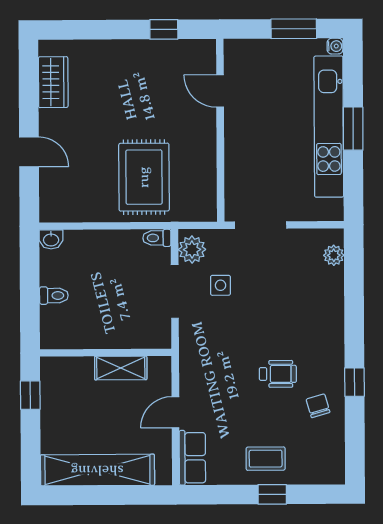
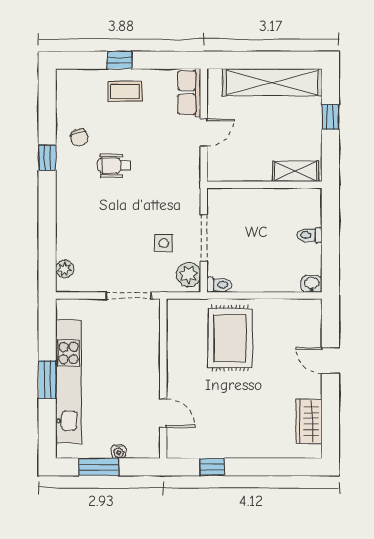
water cooler: (335, 46) -> (119, 452), moved, turned -90
shelving: (121, 368) -> (296, 171), moved
window: (30, 395) -> (330, 117), moved

